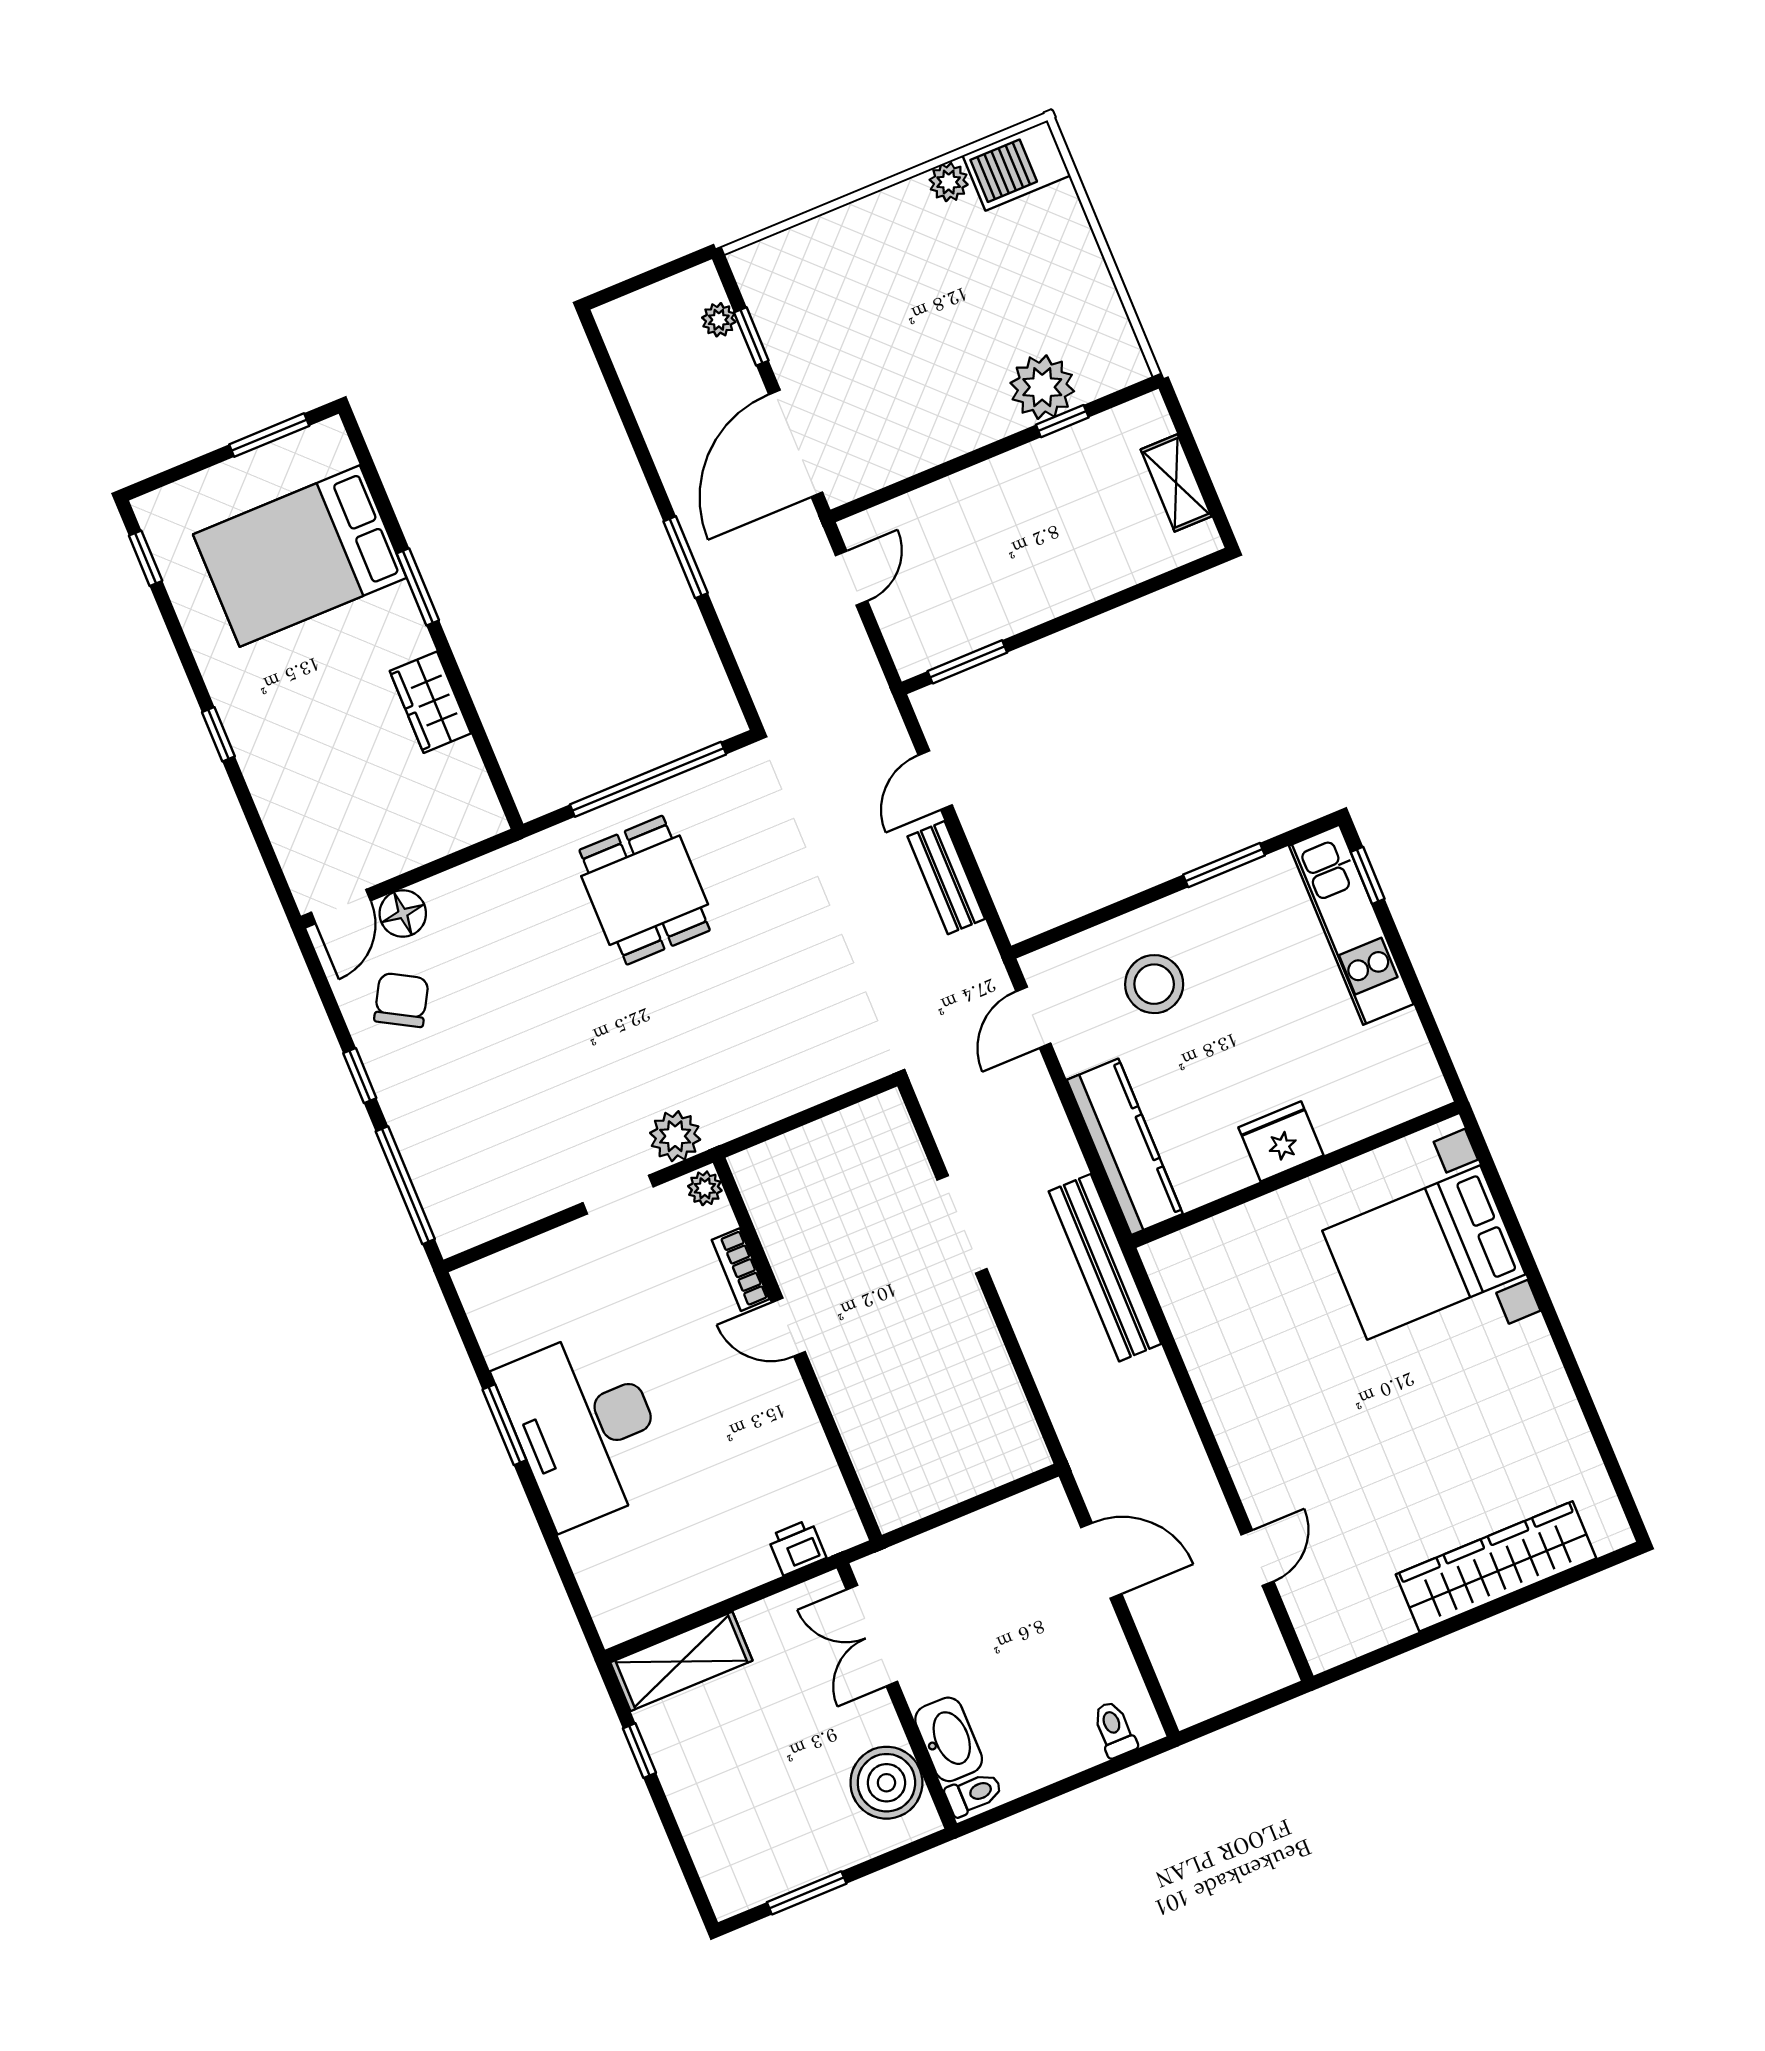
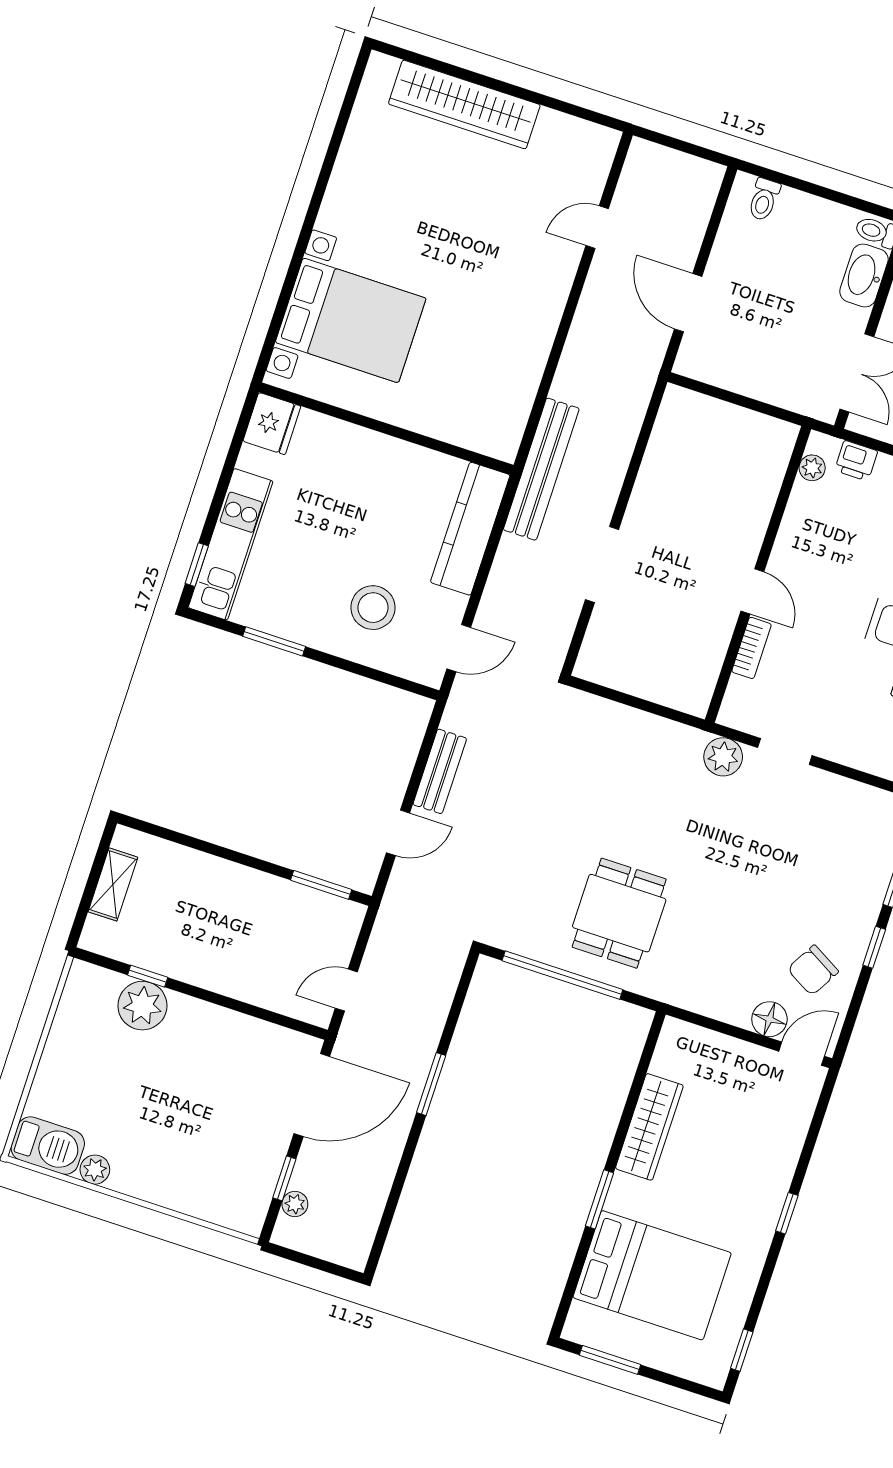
wardrobe: (430, 702) -> (649, 1127), width x1.50
fridge: (1281, 1141) -> (272, 424), moved, turned -90
plant: (705, 1188) -> (812, 468), moved

